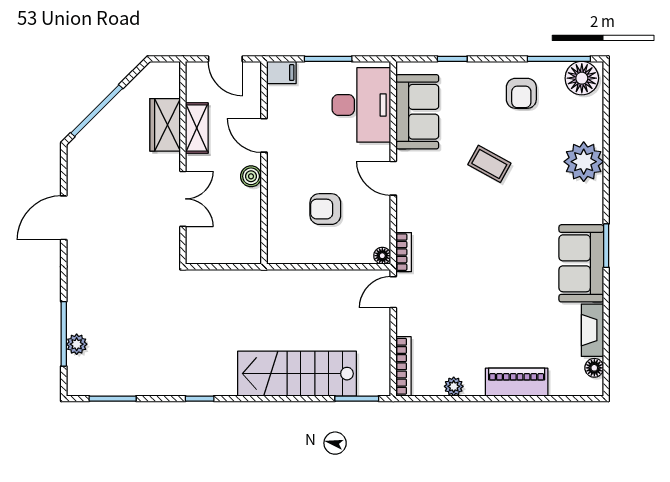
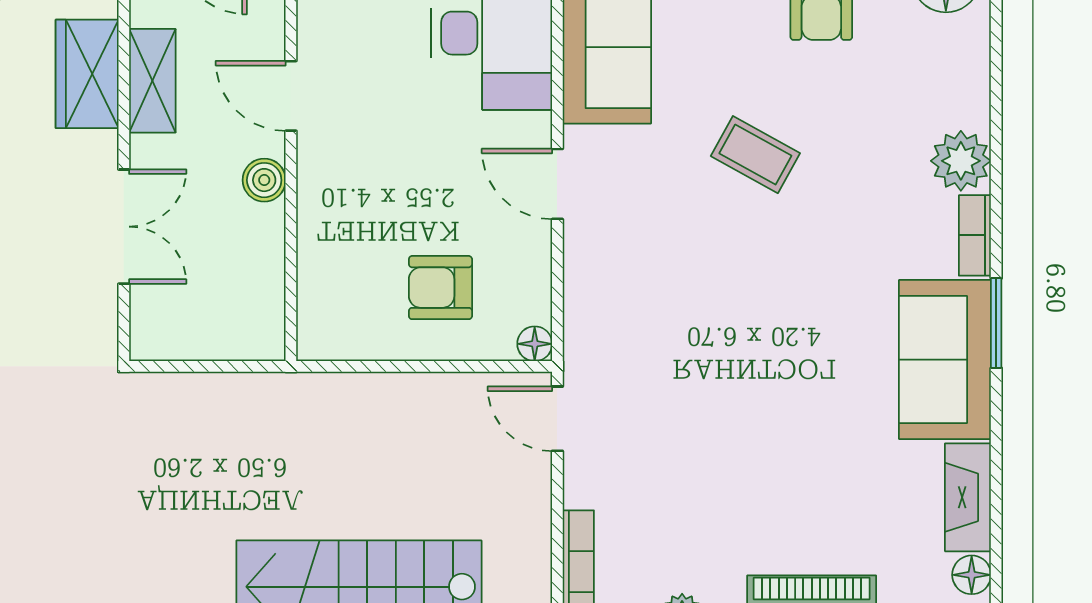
plant: (584, 162) -> (961, 161), width x0.73, depth x0.73
armchair: (325, 209) -> (440, 288), moved
bookcase: (404, 252) -> (975, 235), moved, turned 180
door: (393, 292) -> (557, 419), hinge flipped

